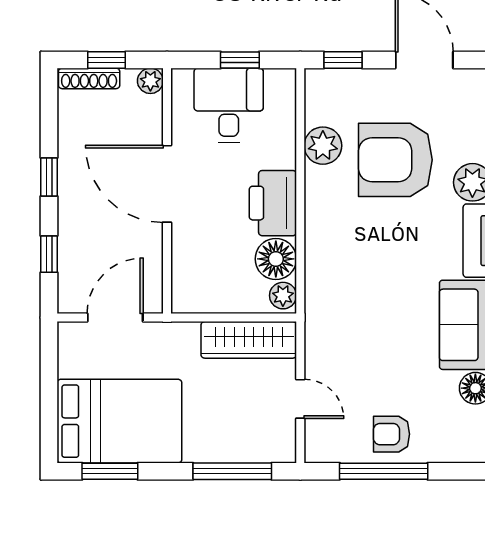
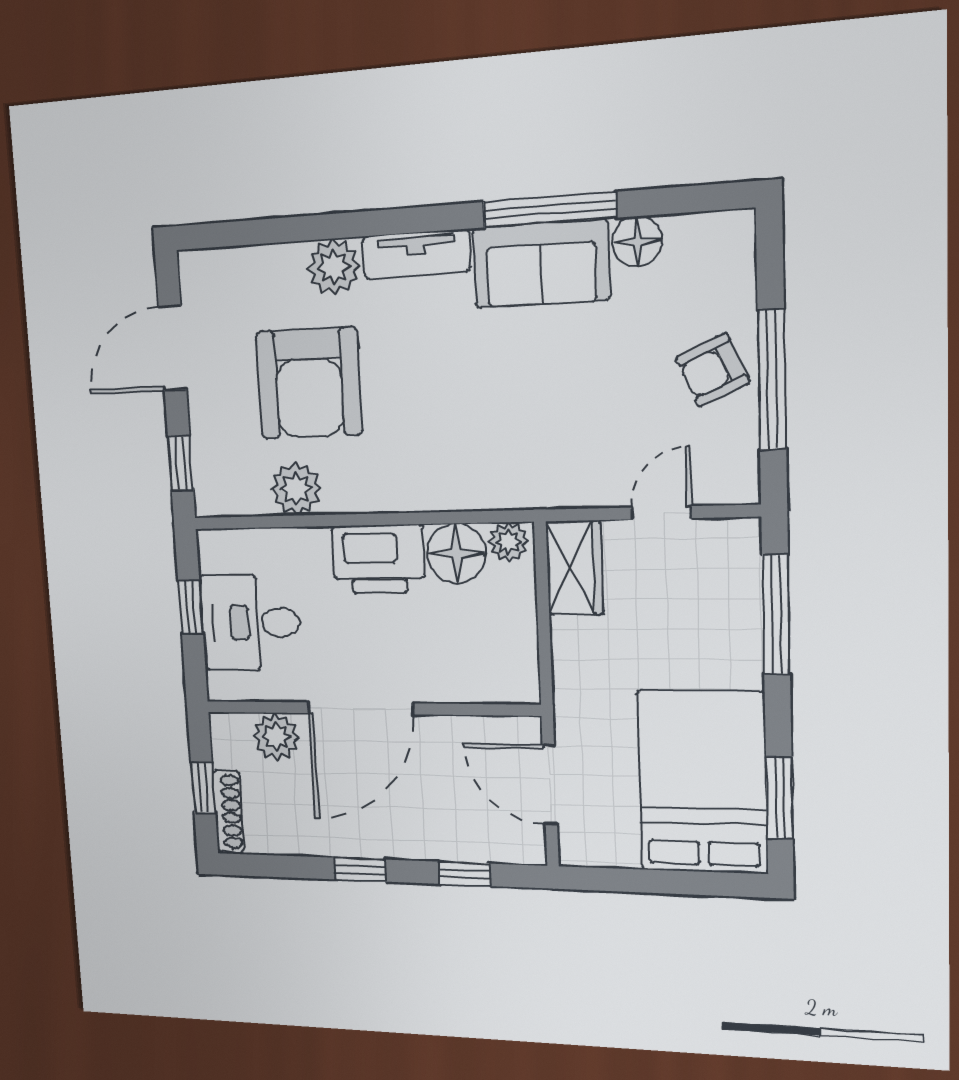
plant: (150, 81) -> (276, 737), moved, width x1.38, depth x1.38
wardrobe: (249, 340) -> (574, 568), width x0.67
armchair: (391, 434) -> (713, 370), turned 66

